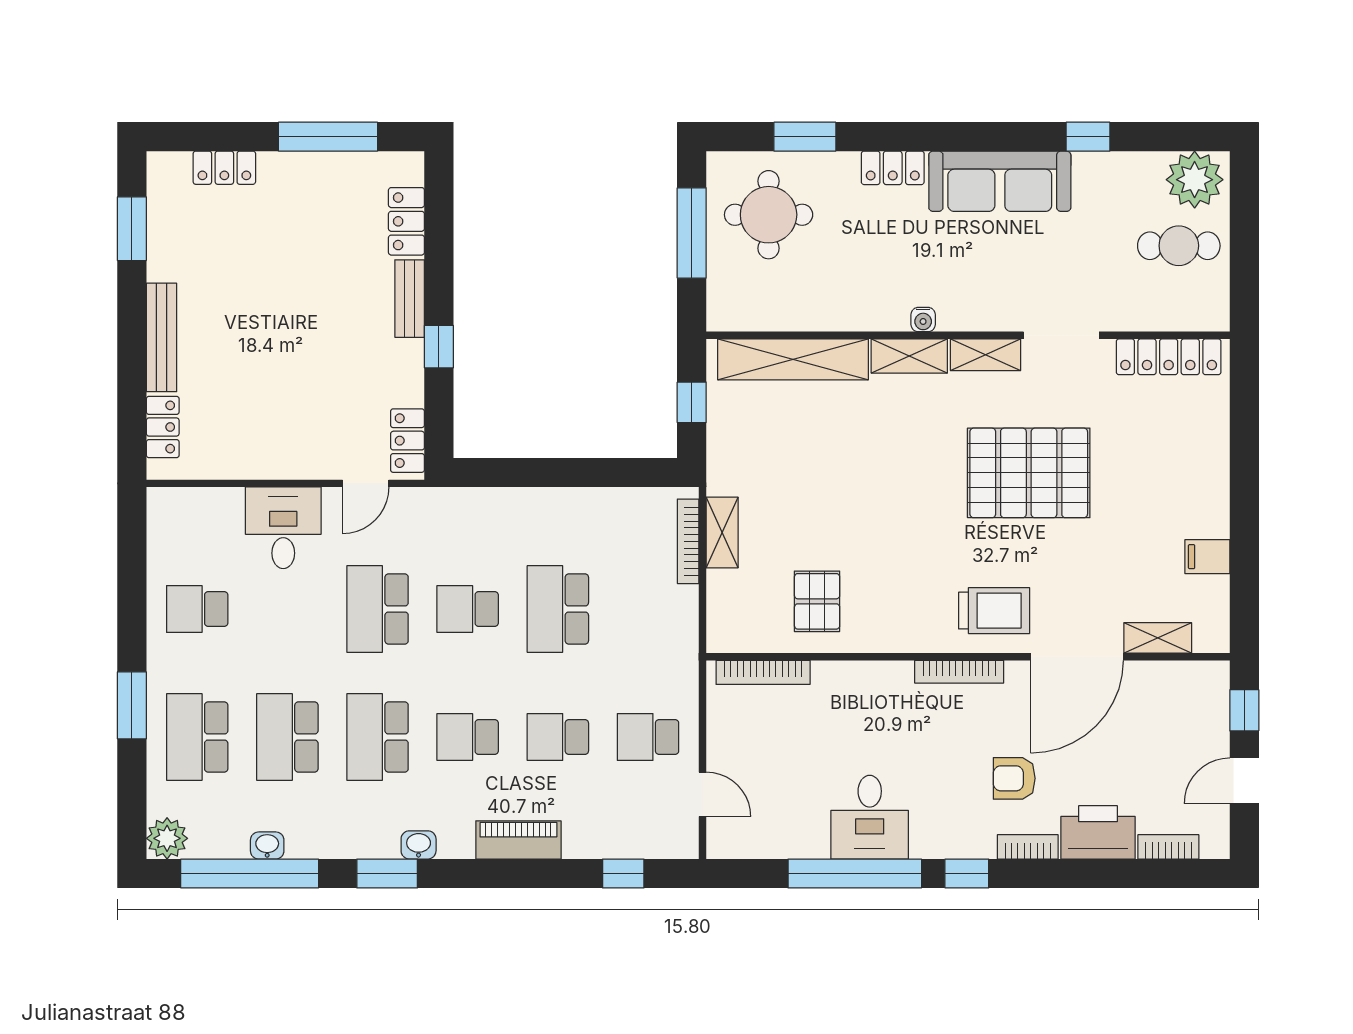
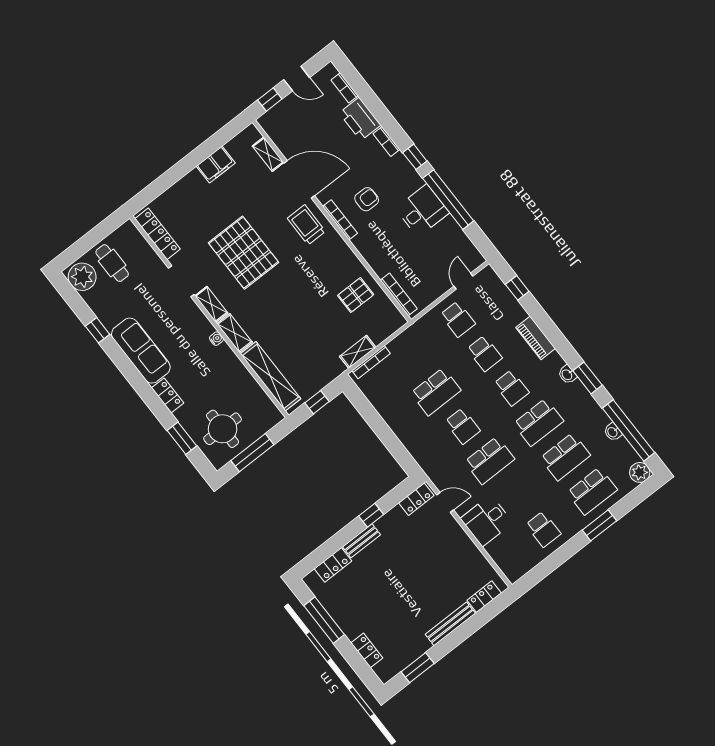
filing cabinet: (1207, 557) -> (216, 165), width x2.00
armchair: (1014, 778) -> (367, 199), moved, turned -90

